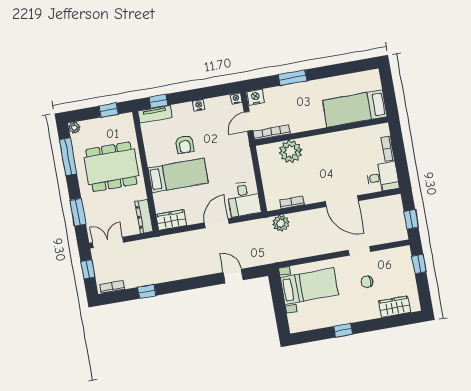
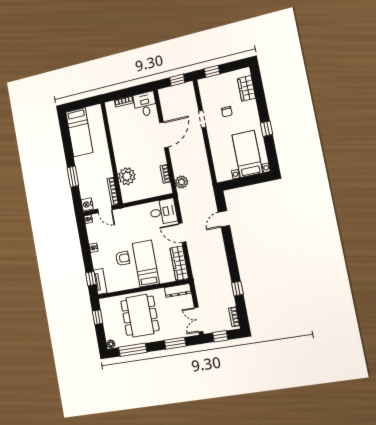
bed: (355, 109) -> (79, 132), moved
wardrobe: (171, 220) -> (179, 263), width x1.50
bed with nightstands: (309, 286) -> (247, 154), moved

